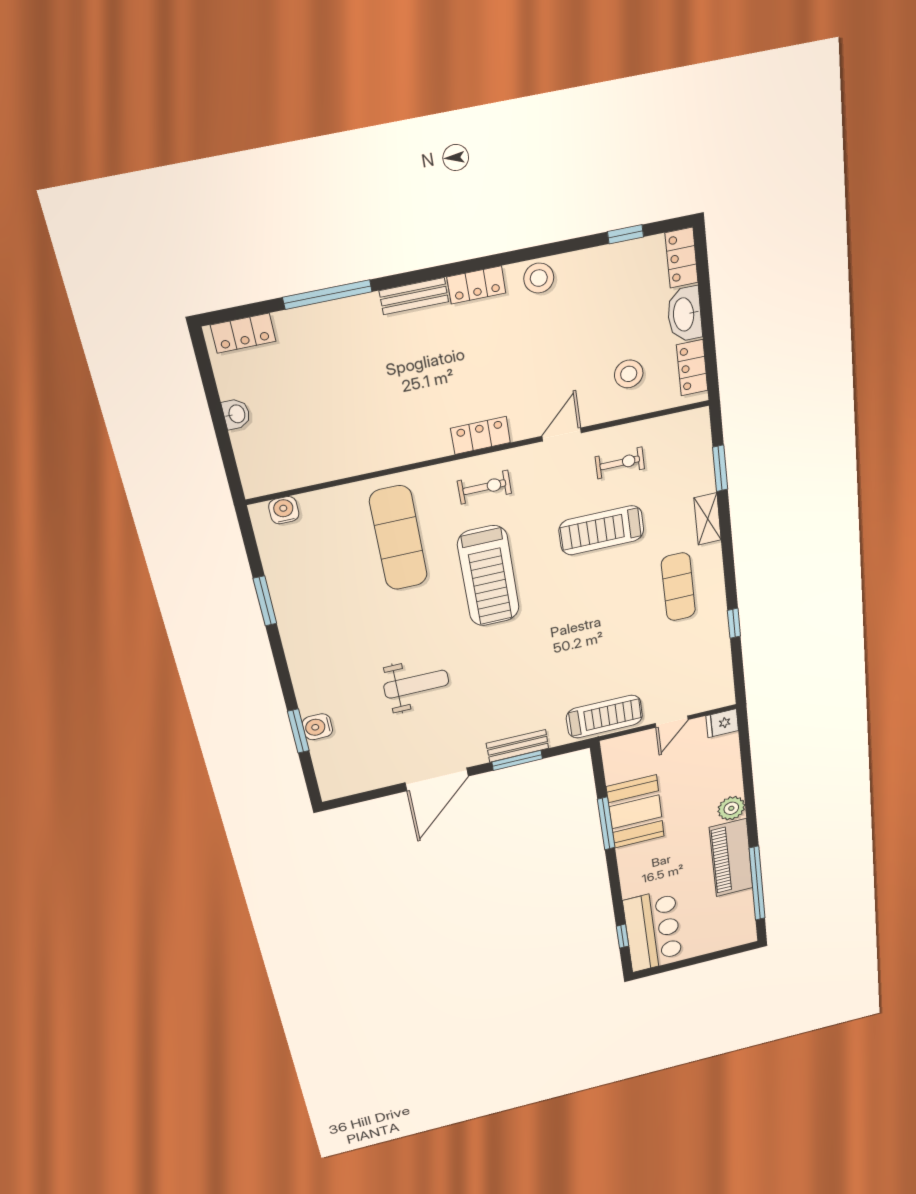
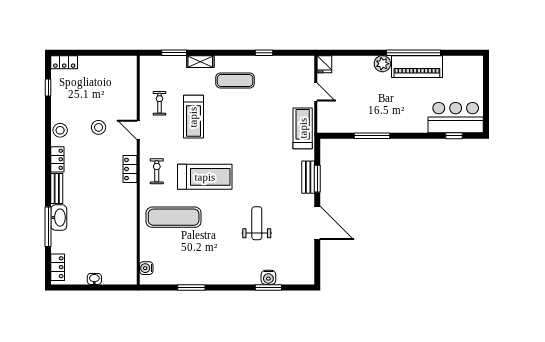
washbasin: (685, 314) -> (59, 218), moved, turned -90
locker: (692, 368) -> (119, 62), removed
stool: (629, 374) -> (99, 127), moved
booth: (635, 812) -> (369, 118), removed
window: (757, 883) -> (413, 53), moved

